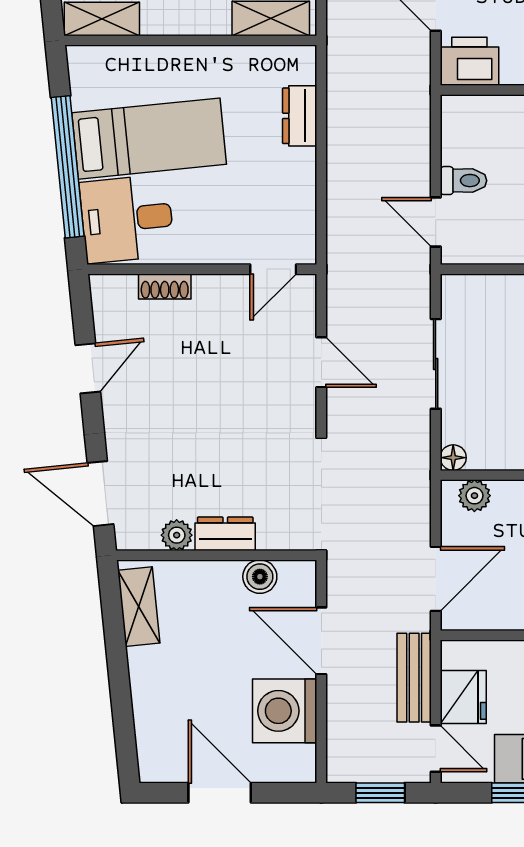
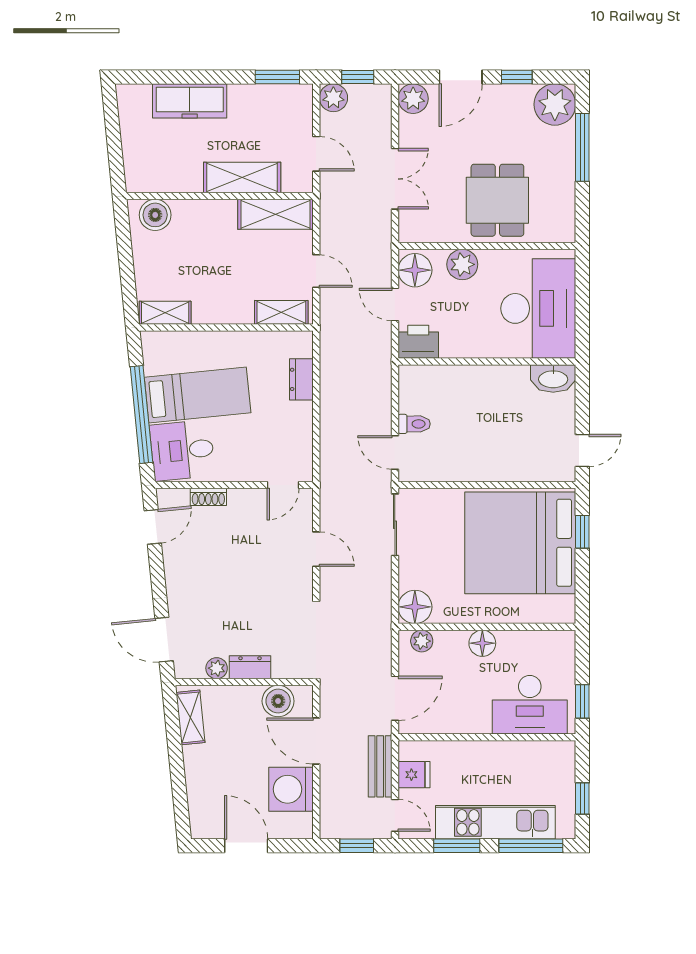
sliding door: (436, 364) -> (395, 525), moved
door: (88, 368) -> (153, 527), moved
floor lamp: (453, 458) -> (415, 607), width x1.89, depth x1.89
boiler: (260, 577) -> (278, 701), width x1.36, depth x1.36
fridge: (463, 697) -> (414, 775), width x0.72

